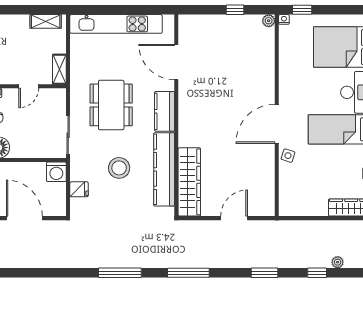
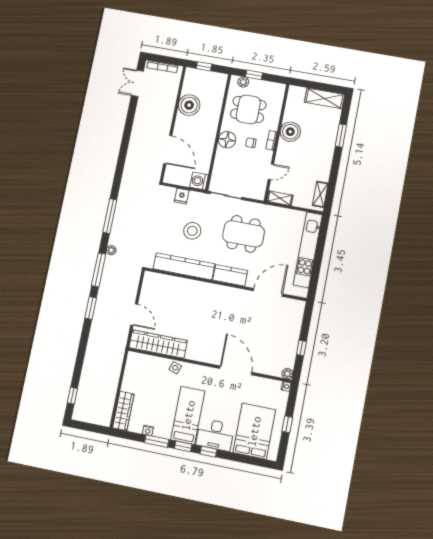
window: (302, 10) -> (287, 424), moved
door: (29, 86) -> (271, 172), swing flipped
door: (277, 124) -> (236, 370), moved
wardrobe: (189, 182) -> (158, 344), moved, turned 180
door: (24, 218) -> (168, 150), hinge flipped
plant: (338, 262) -> (111, 250), moved
window: (264, 273) -> (91, 308), moved
window: (317, 273) -> (72, 396), moved

